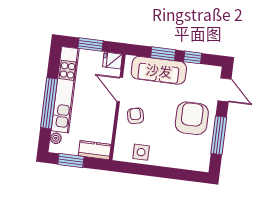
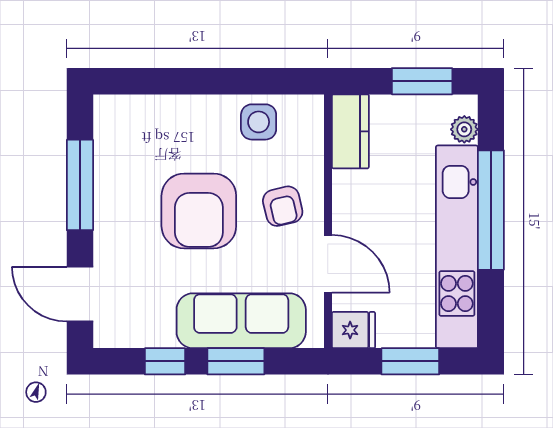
armchair: (192, 118) -> (199, 211), moved
kitchen counter: (95, 150) -> (350, 131), moved, turned -90

